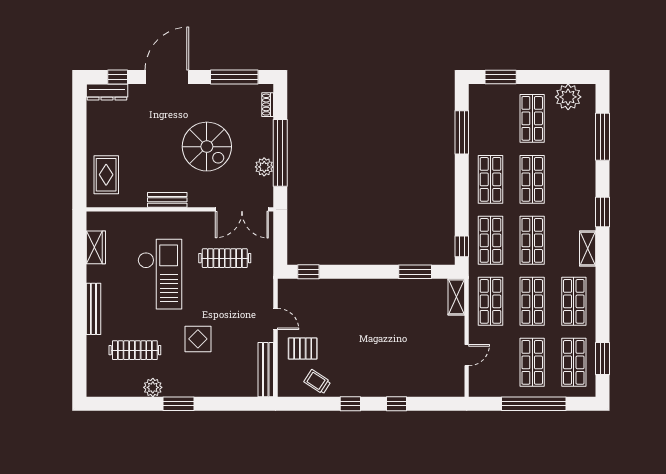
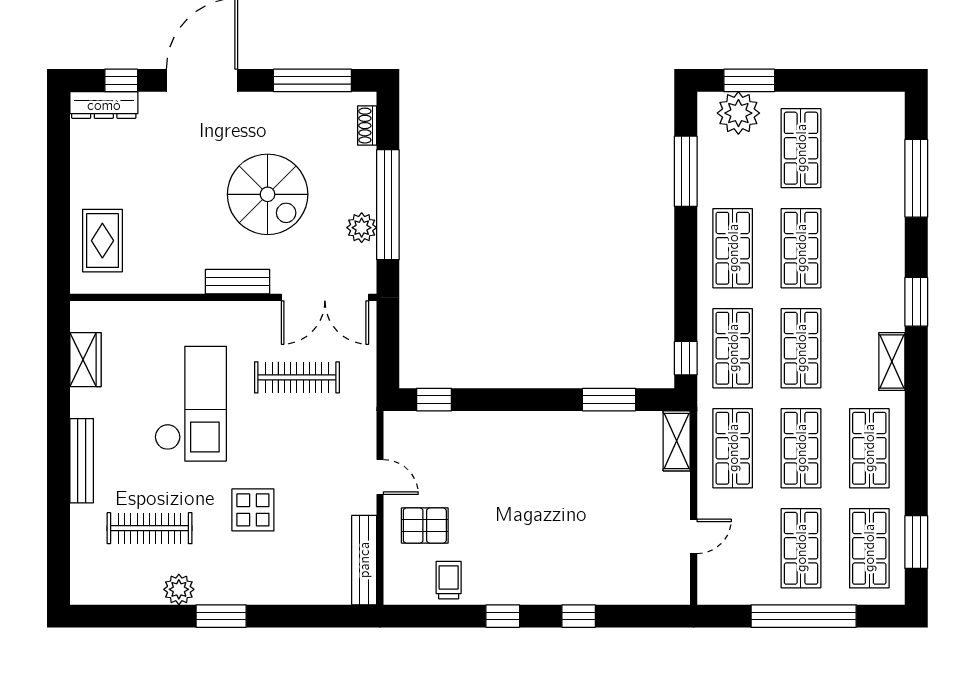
plant: (568, 97) -> (738, 113), moved
bench: (167, 200) -> (238, 282), moved
trolley: (317, 382) -> (449, 580), turned 57

